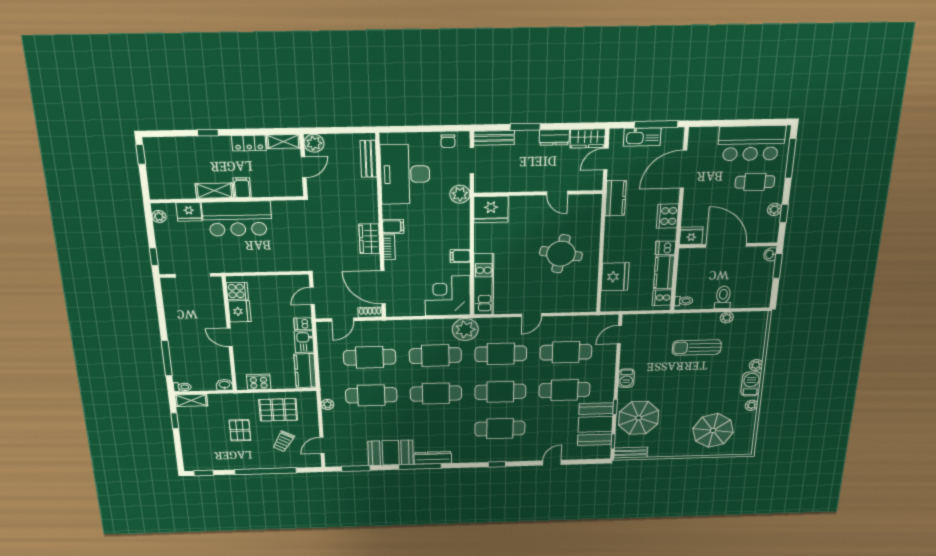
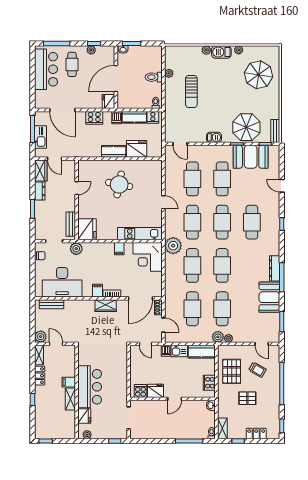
bench: (494, 138) -> (71, 224), moved
kitchen counter: (616, 198) -> (114, 151), moved
plant: (329, 391) -> (218, 337), added
locker: (189, 443) -> (256, 434), added

